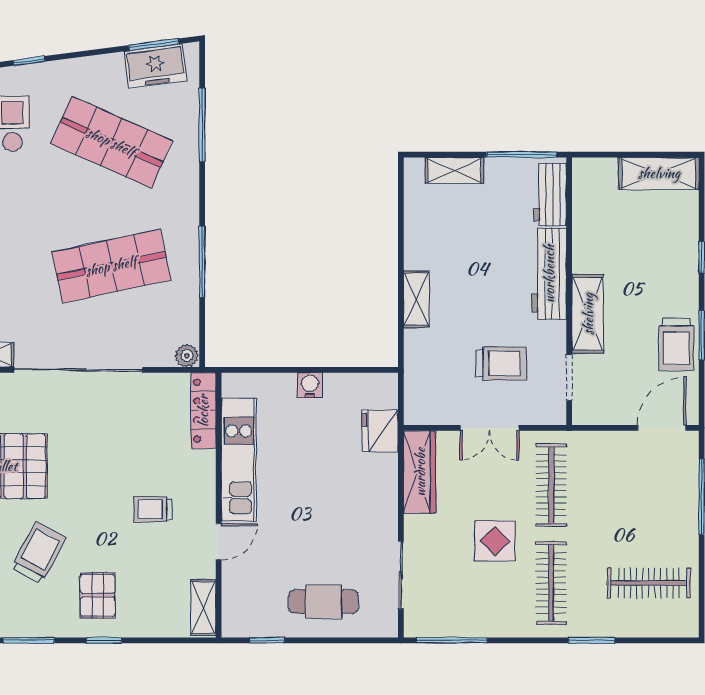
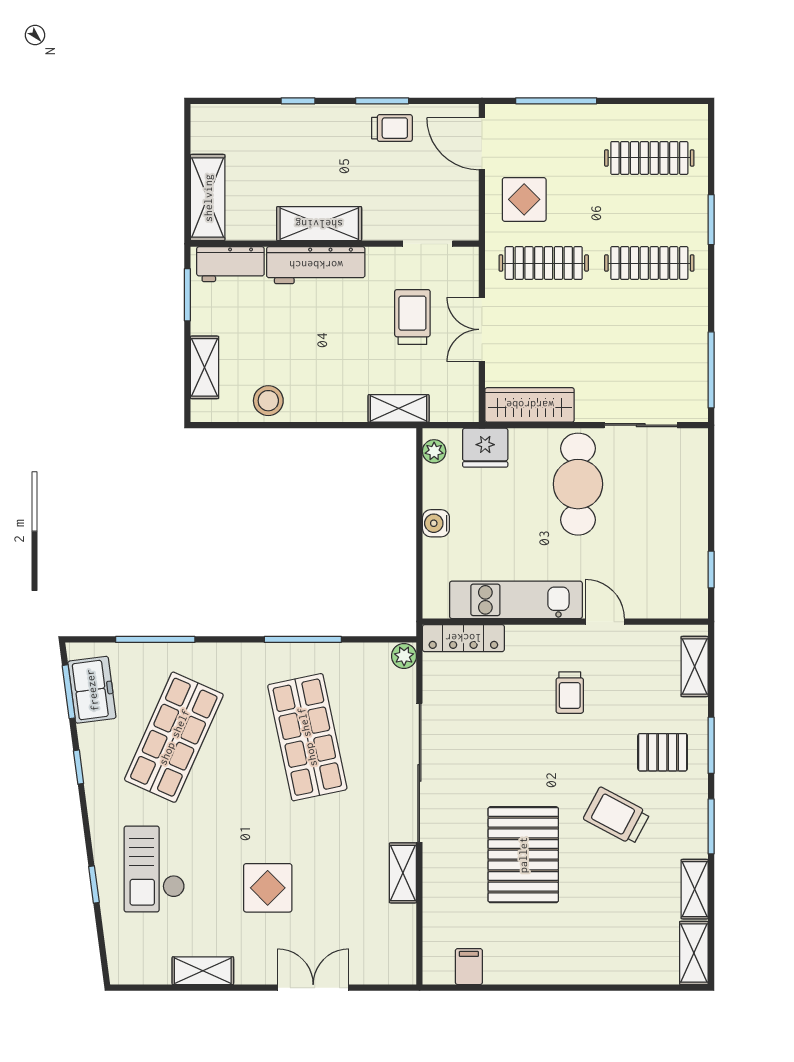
window: (29, 61) -> (79, 767), moved
window: (522, 155) -> (187, 295), width x0.69
shelving: (659, 173) -> (208, 198), moved
stool: (424, 230) -> (268, 401), added
shelving: (416, 299) -> (399, 408), moved
shelving: (588, 314) -> (319, 224), moved
trolley: (676, 344) -> (392, 128), width x0.73, depth x0.72
plant: (377, 383) -> (434, 451), added
double door: (490, 428) -> (482, 329), swing flipped
display table: (495, 541) -> (524, 199), moved
clothes rail: (649, 583) -> (649, 158), turned 90
cafe table: (323, 602) -> (578, 484), moved, width x1.37, depth x1.35
shelving: (203, 608) -> (695, 666), moved, turned 90
window: (104, 640) -> (711, 745), width x1.50

